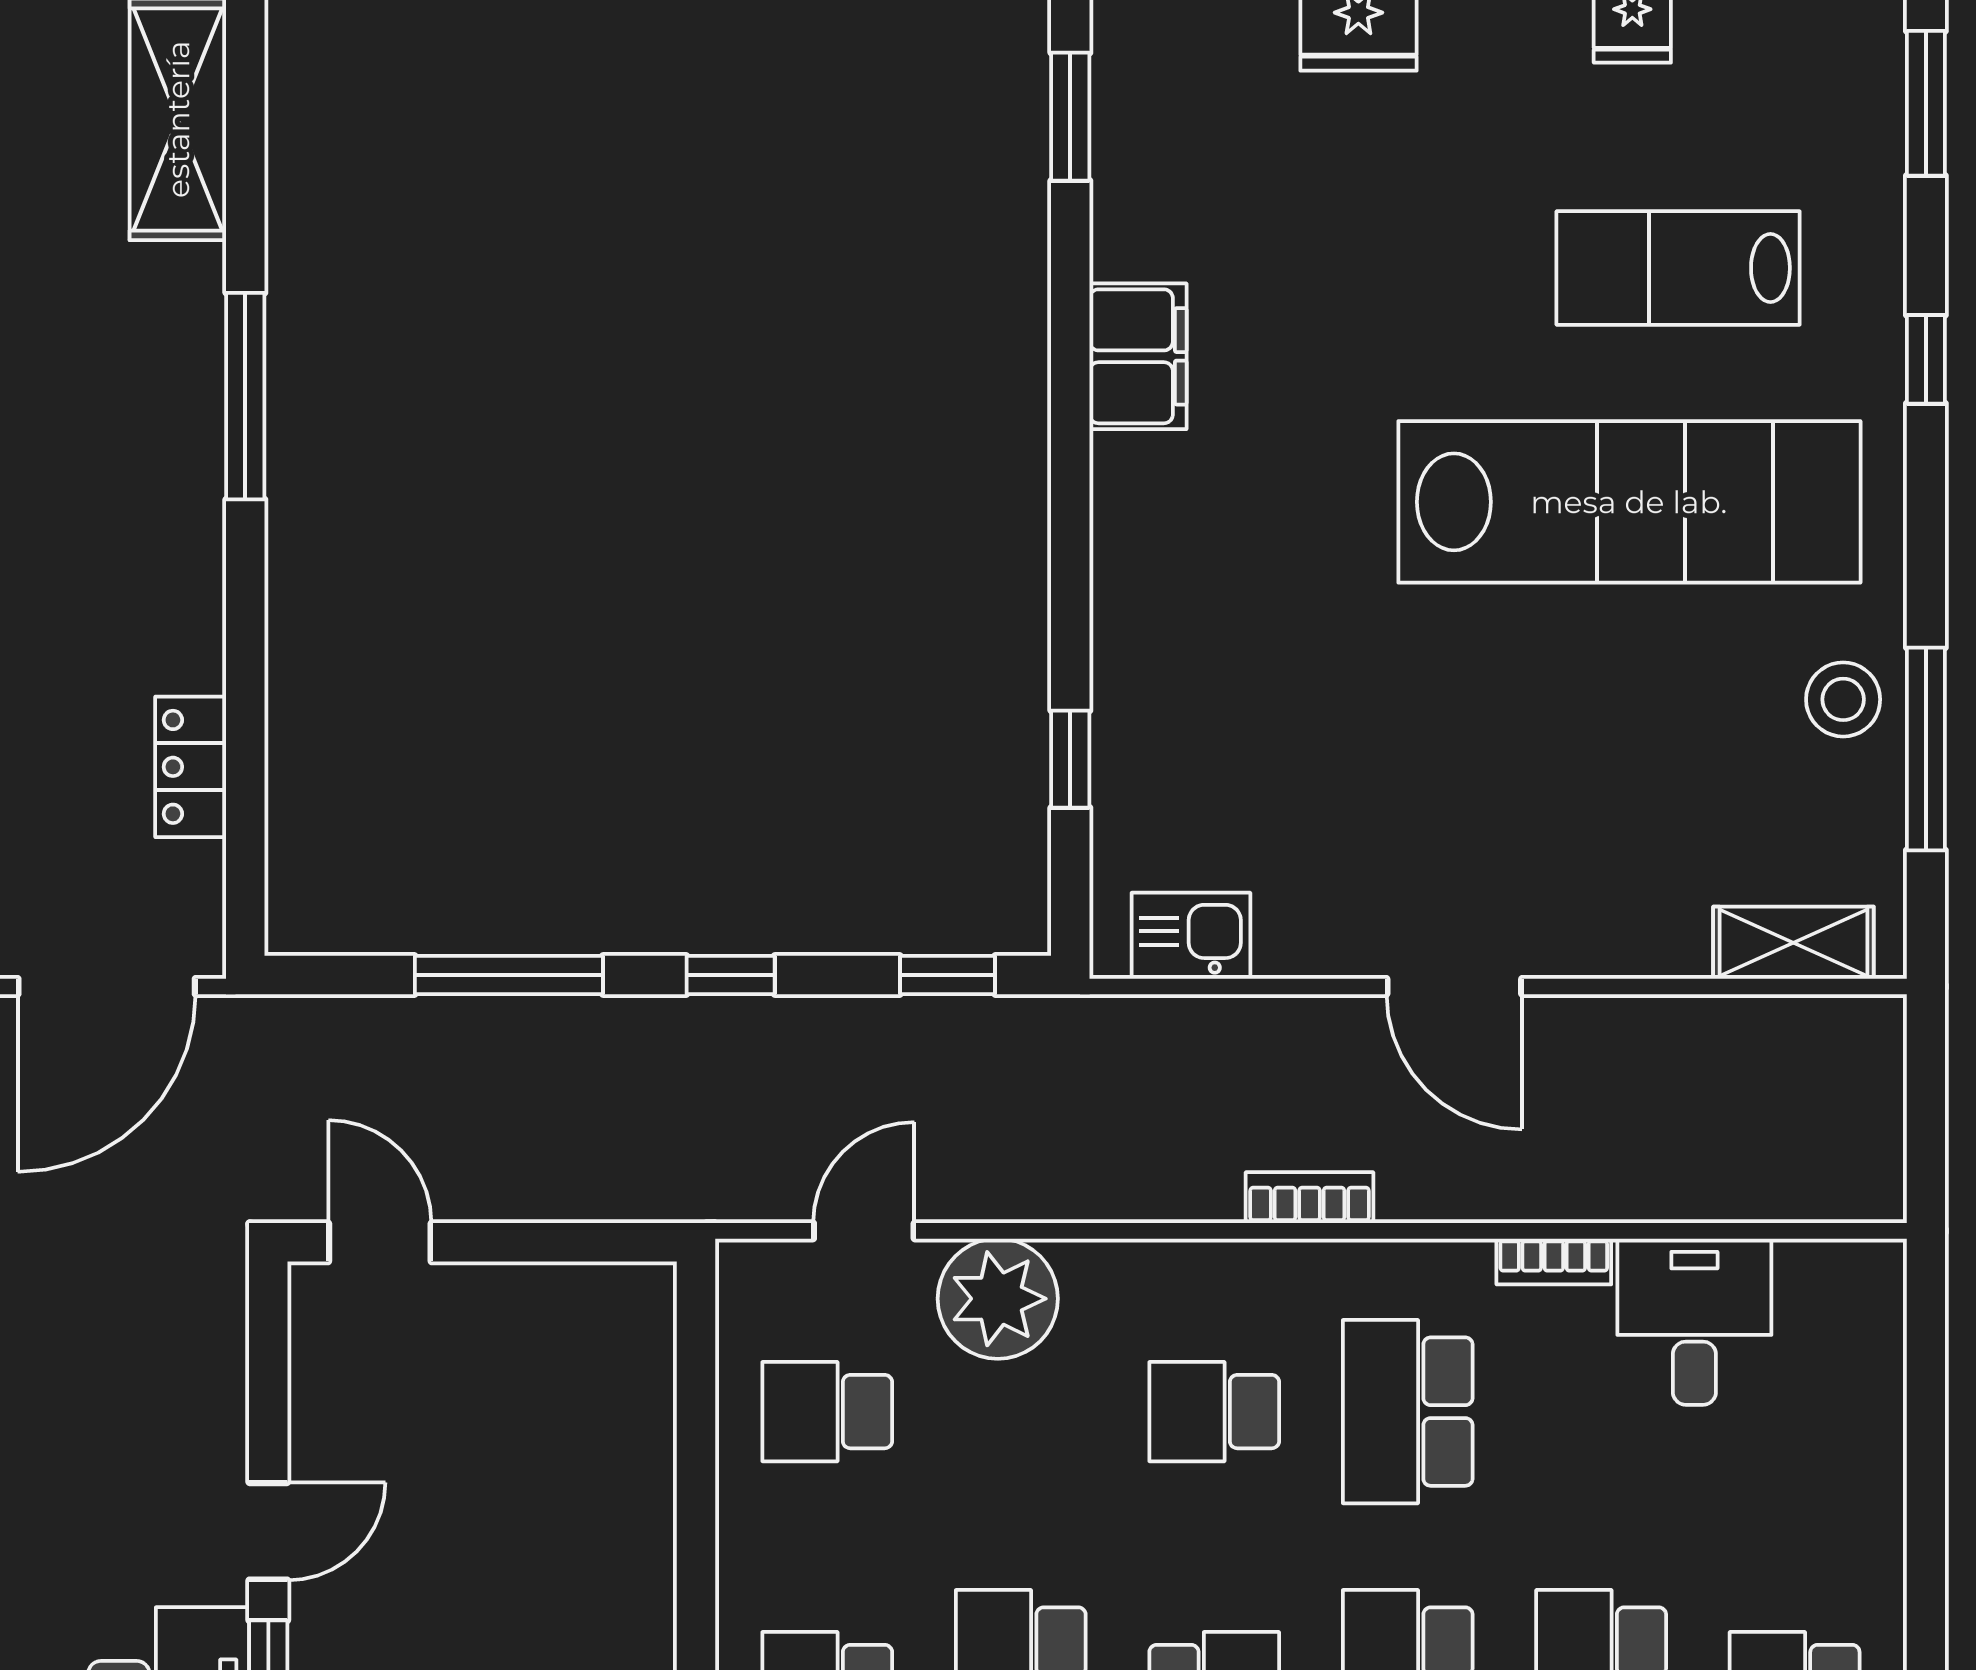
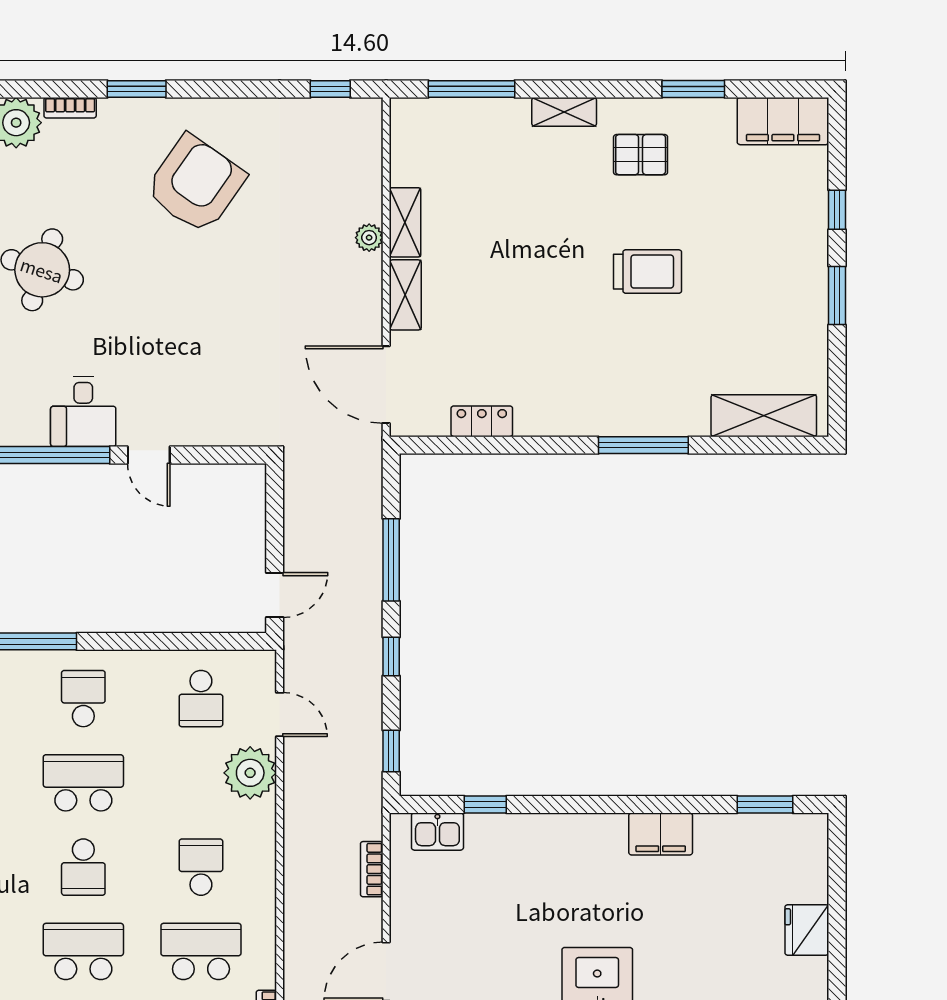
kitchen sink: (1191, 936) -> (437, 832), moved, turned 90
bookcase: (1310, 1198) -> (372, 869), moved, turned 180
door: (380, 1242) -> (275, 595), moved
school desk: (827, 1412) -> (201, 699), turned 180

